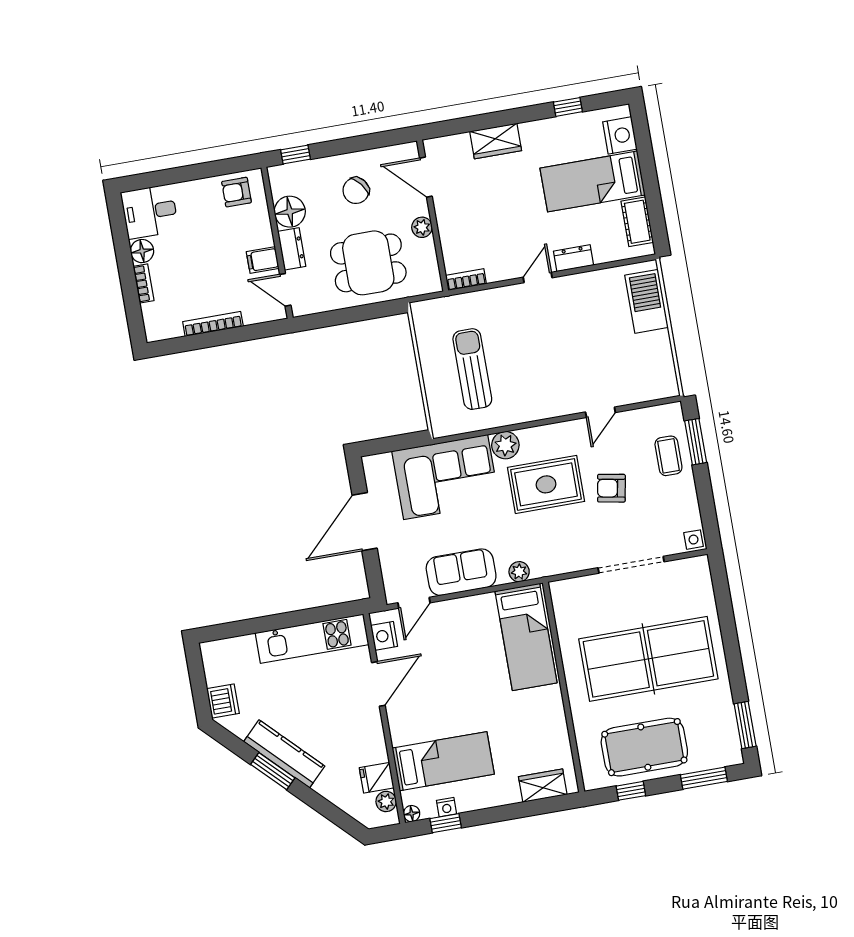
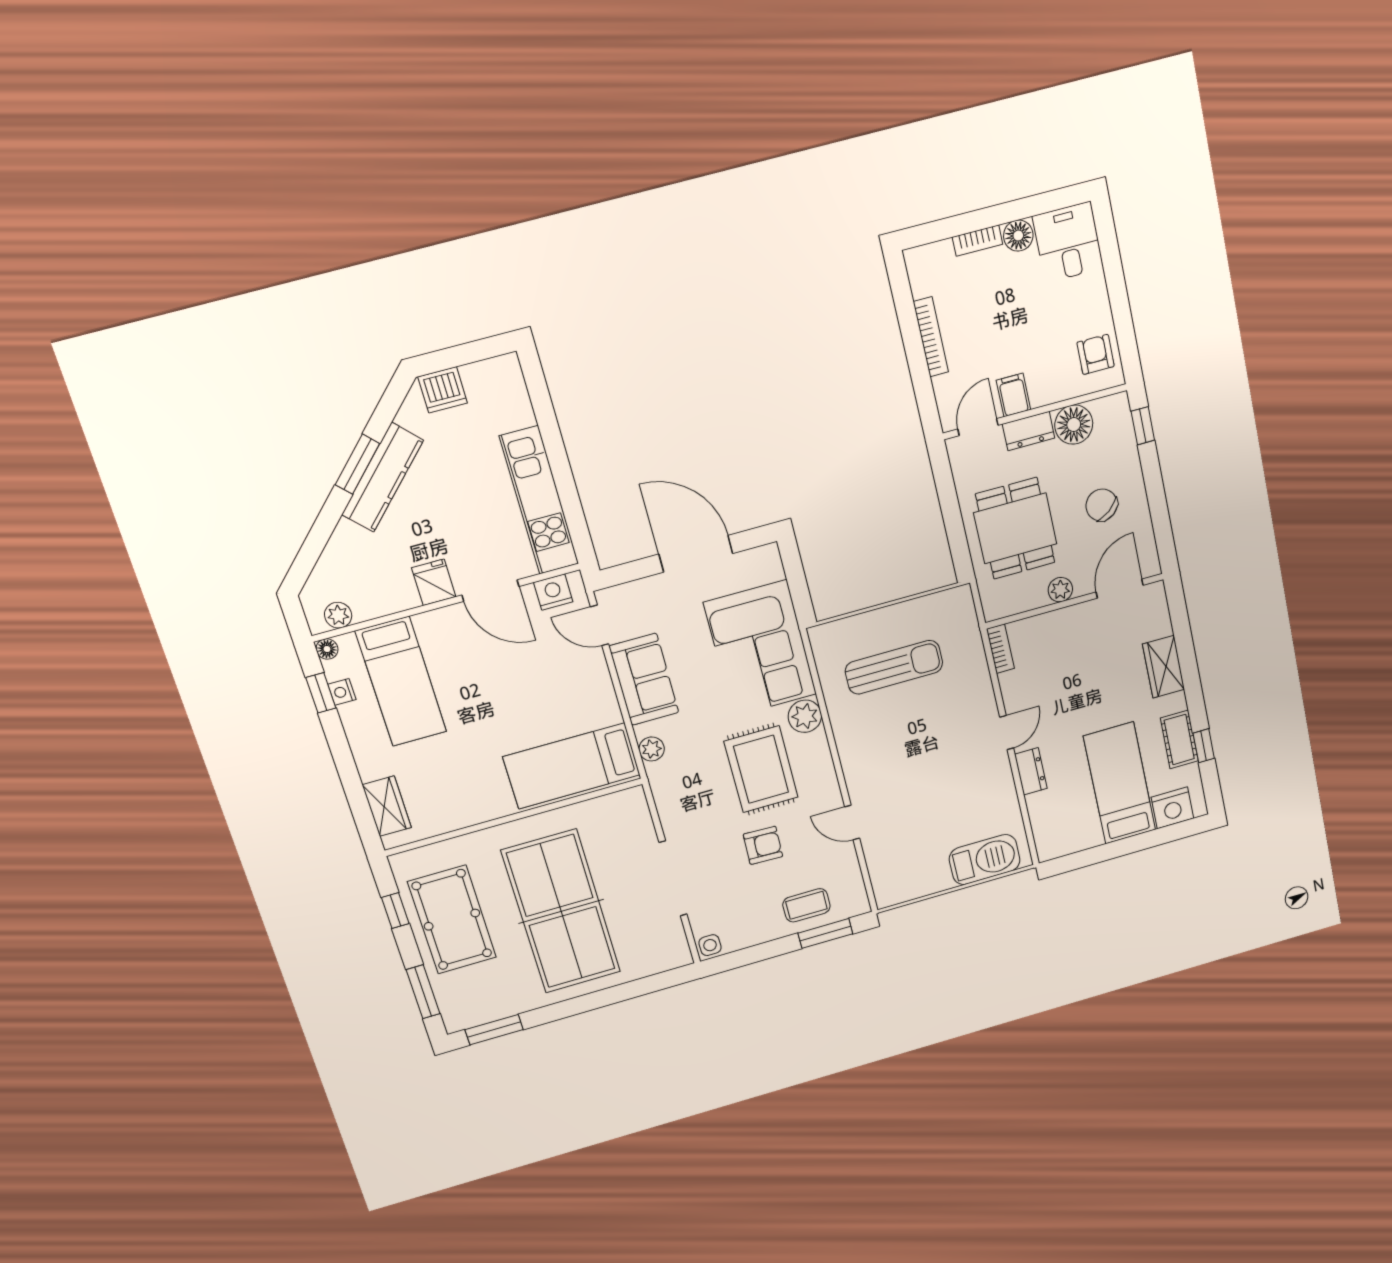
cot: (637, 222) -> (1179, 740), moved, turned 90
door: (538, 277) -> (1007, 733), hinge flipped
armchair: (611, 488) -> (763, 845), turned 82
fridge: (377, 778) -> (434, 582), moved

